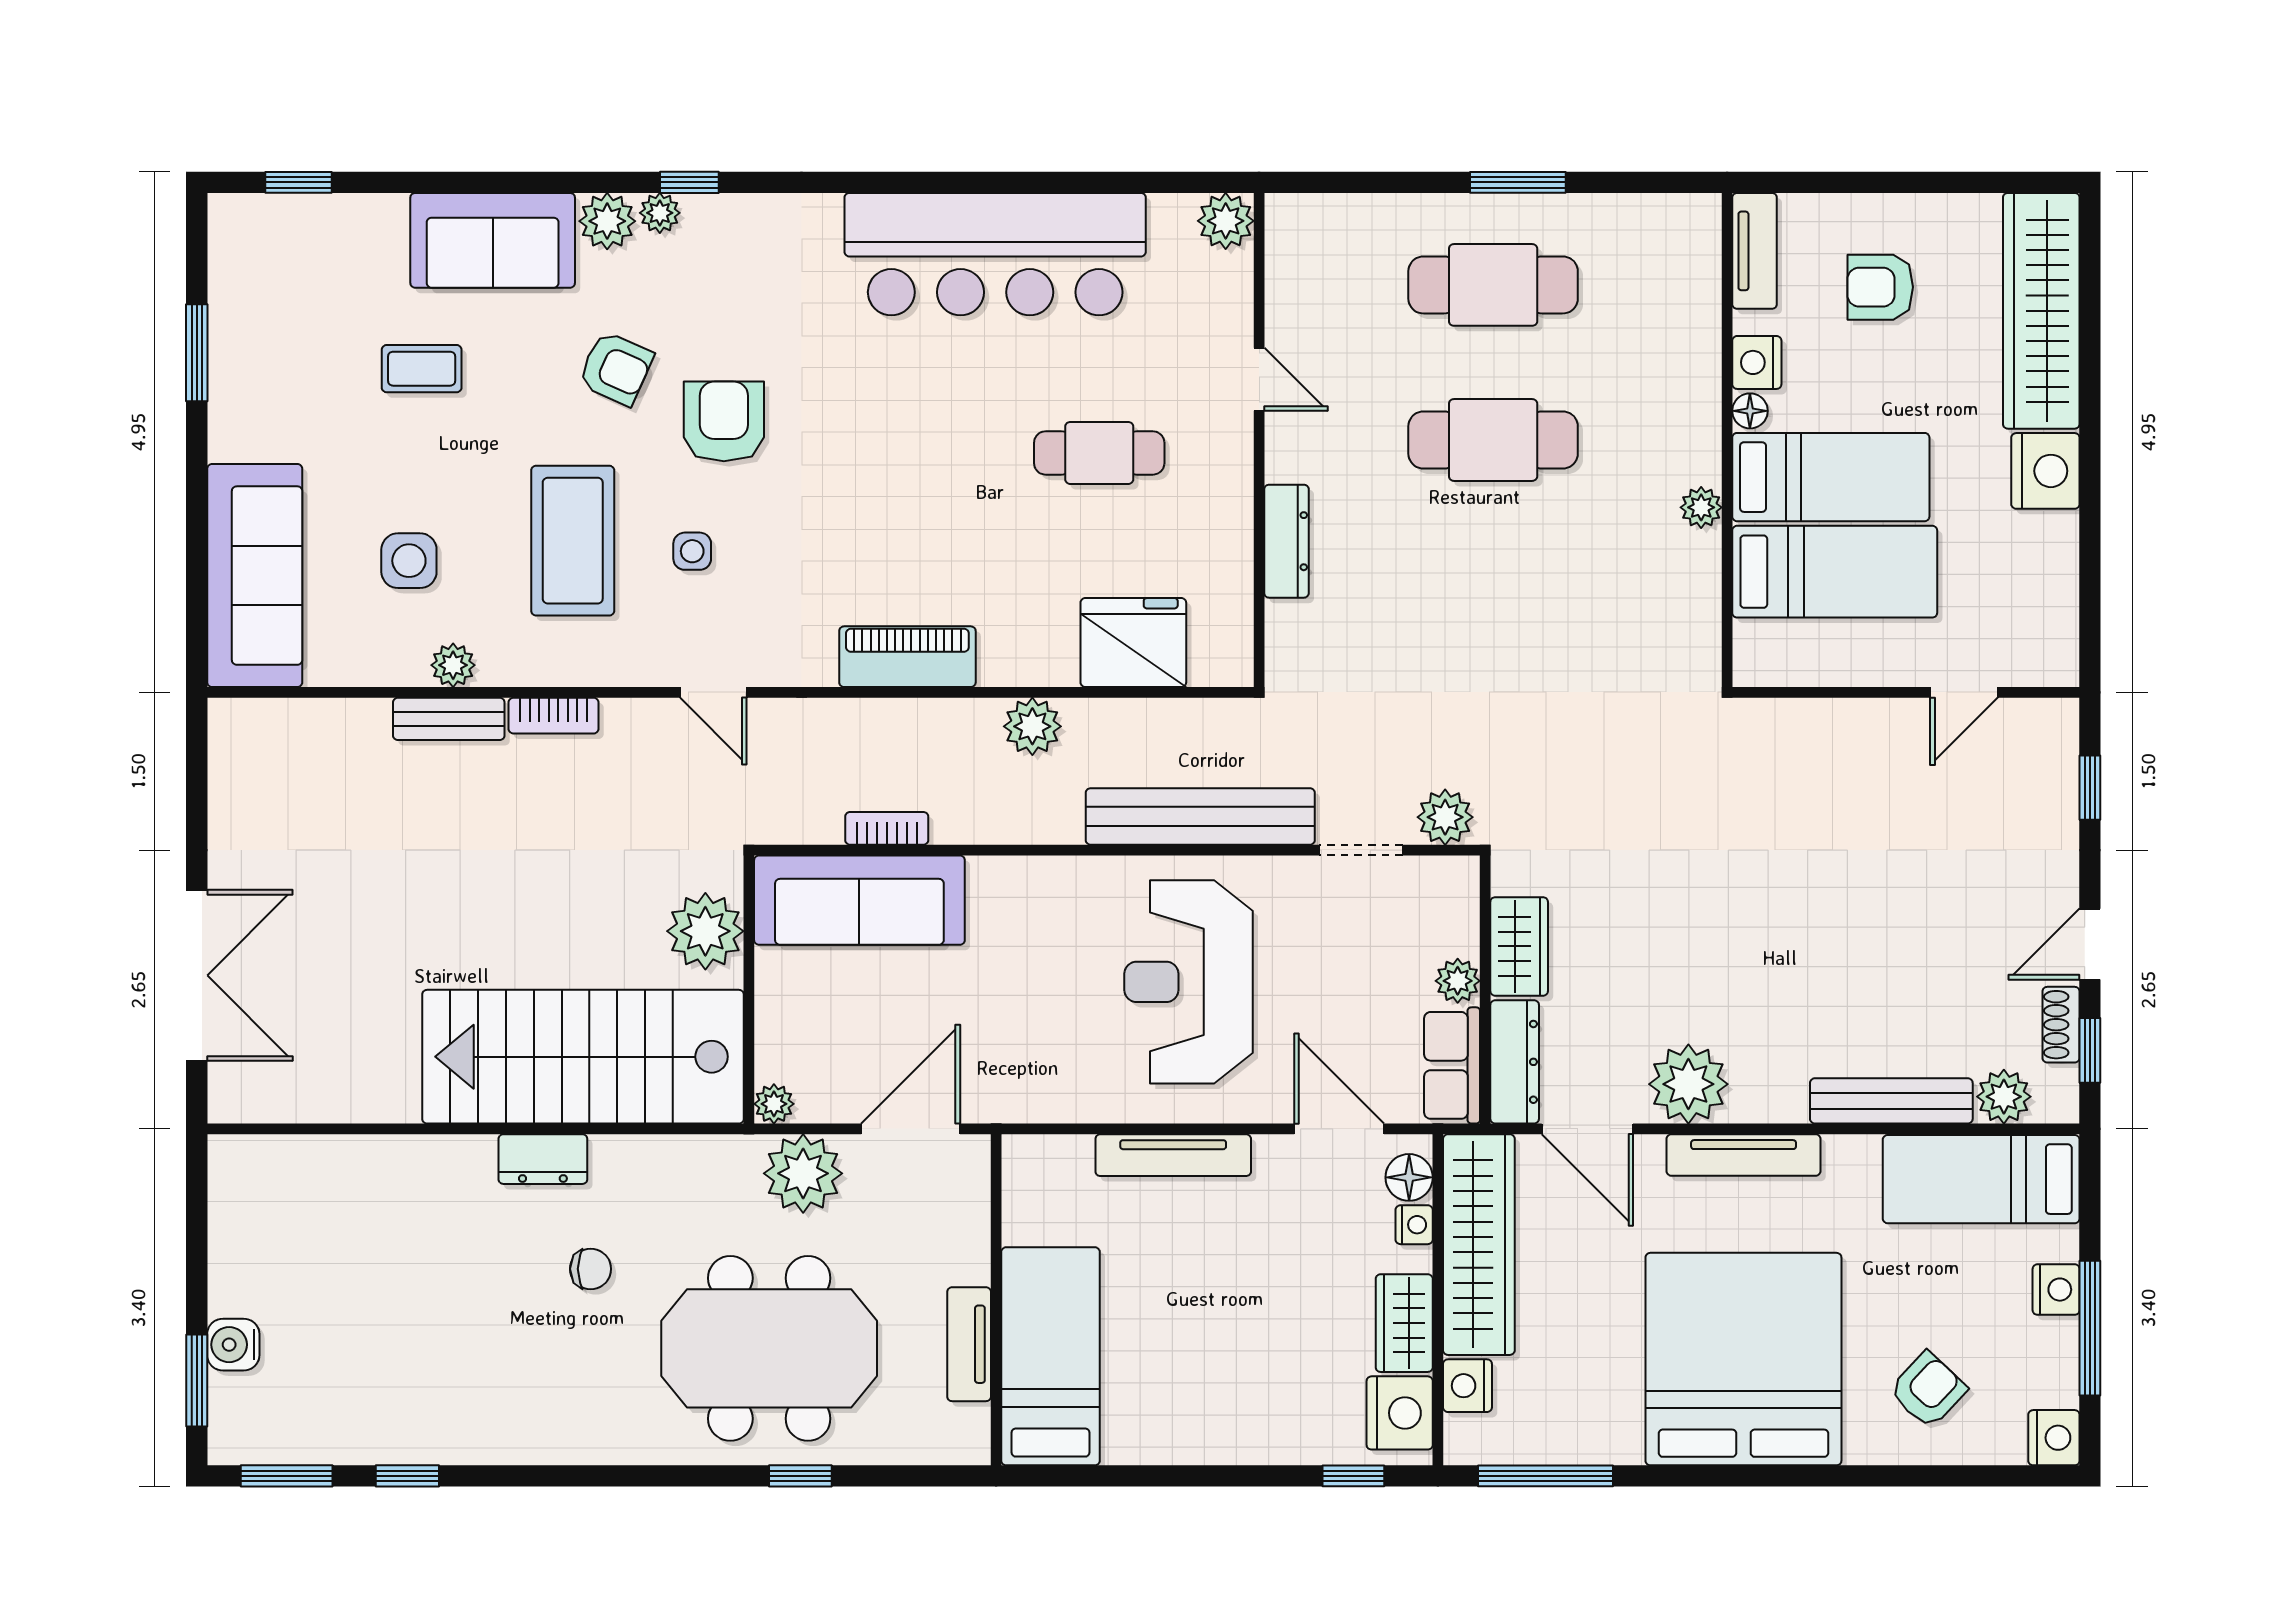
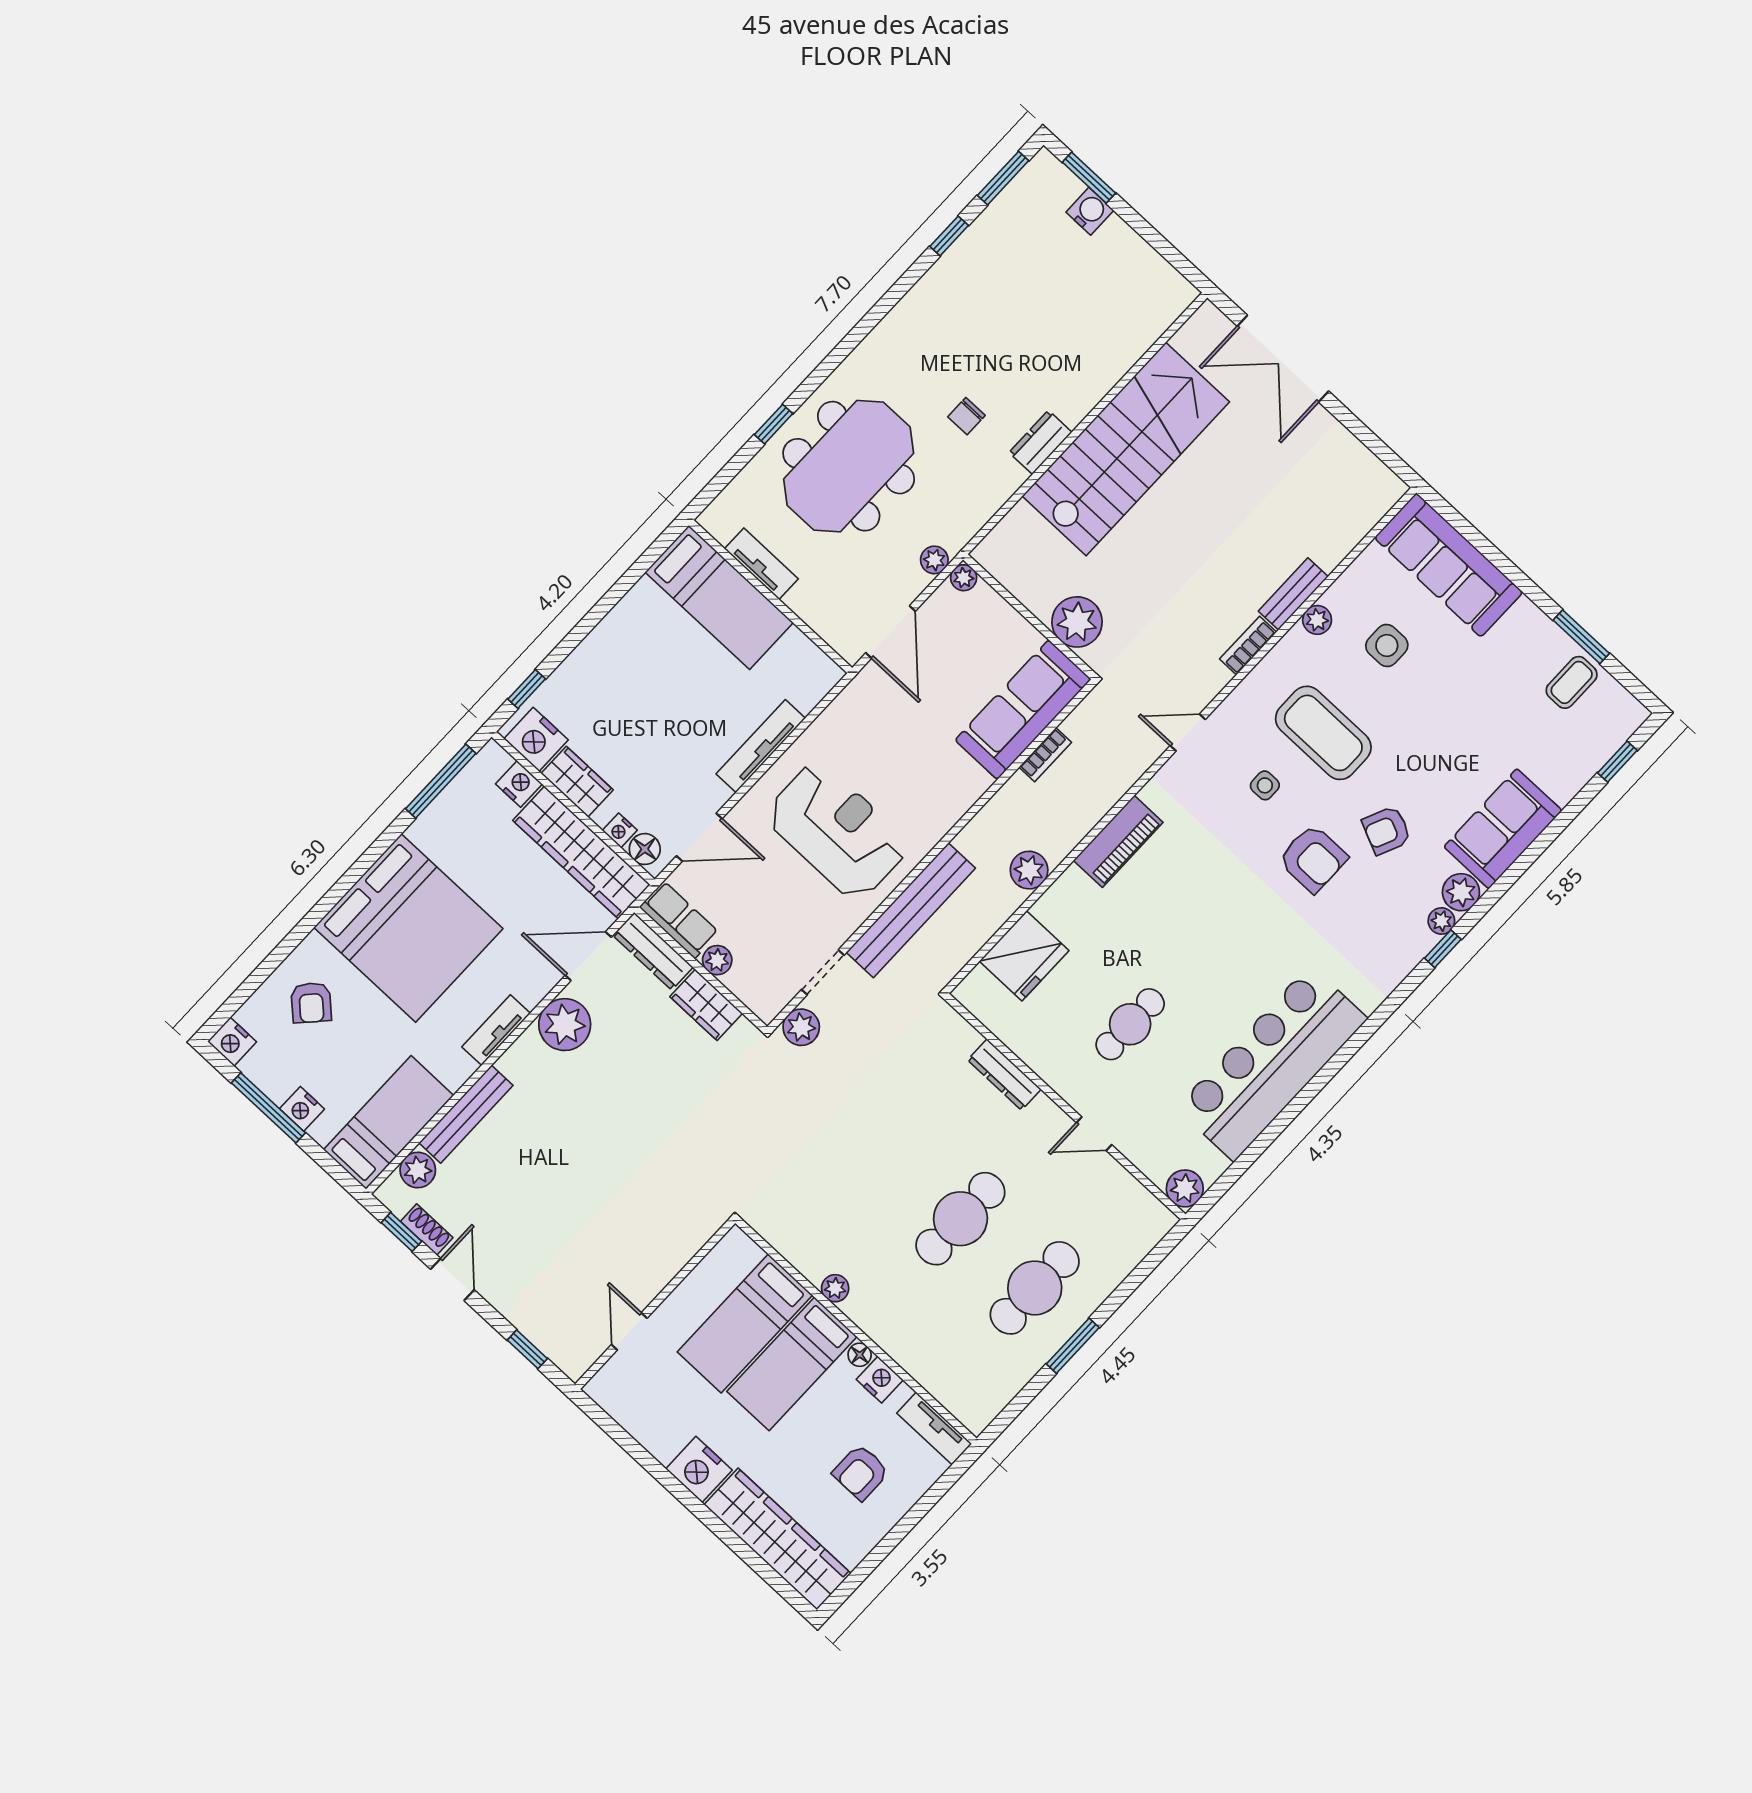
armchair: (1880, 287) -> (861, 1472), turned 180
coffee table: (422, 369) -> (1572, 682), moved
stairs: (583, 1057) -> (1126, 449), moved
tv unit: (1744, 1155) -> (496, 1030), width x0.71
plant: (803, 1173) -> (934, 560), width x0.53, depth x0.53

